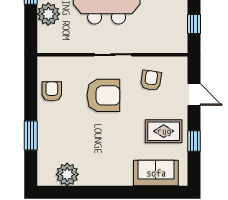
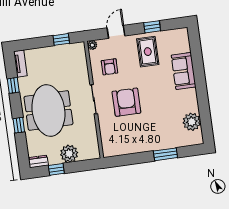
plant: (182, 62) -> (92, 45), added
armchair: (151, 80) -> (110, 67), turned -98
armchair: (52, 91) -> (129, 143), removed
sofa: (156, 173) -> (184, 71), moved

